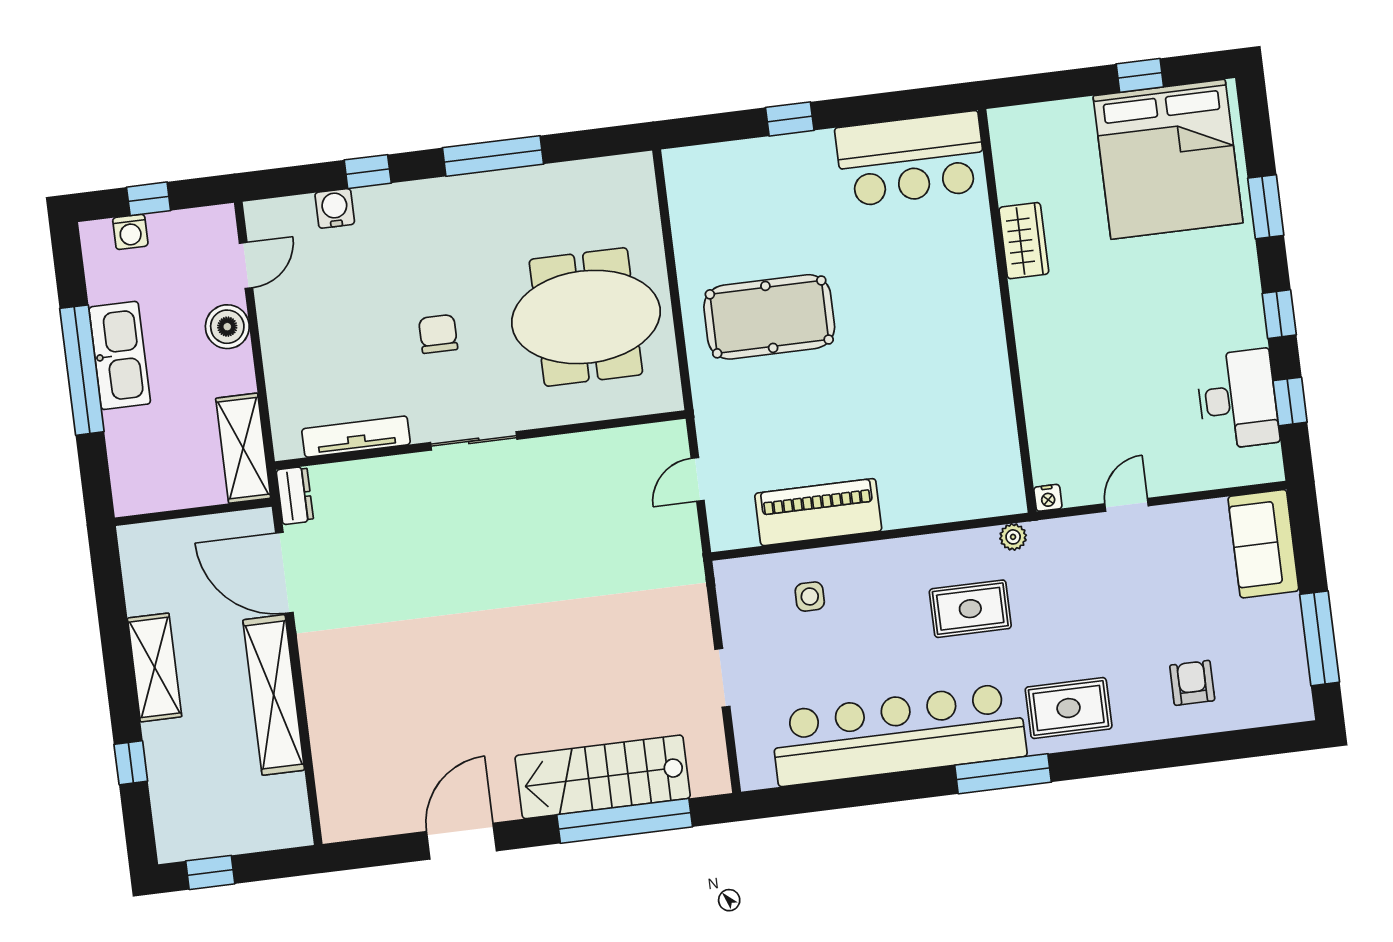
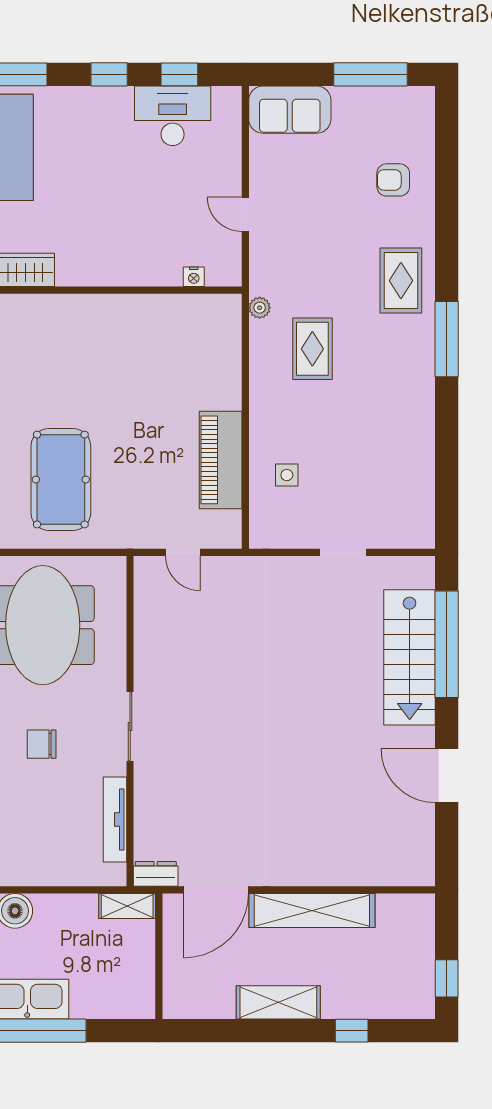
shelving: (243, 448) -> (127, 906), width x0.67, depth x0.75
nightstand: (1048, 498) -> (194, 277), moved, turned 90
bar counter: (898, 734) -> (405, 418), removed

